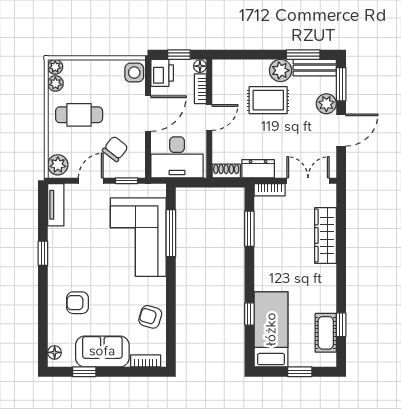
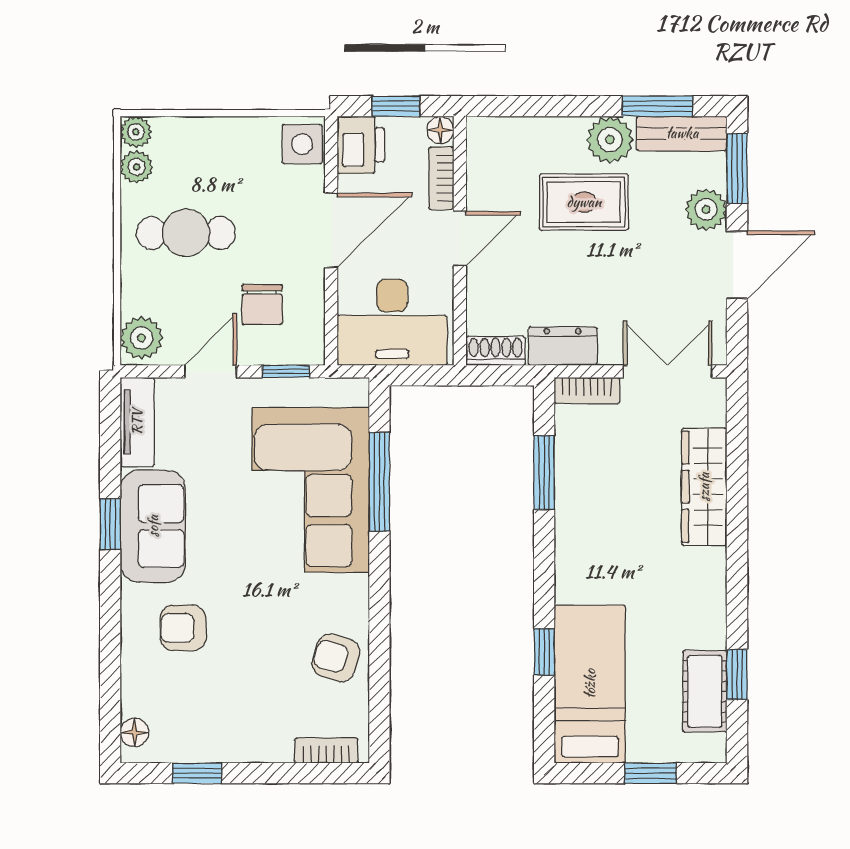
chair: (115, 149) -> (262, 305), turned 142
sofa: (102, 351) -> (153, 526), moved, turned 90

